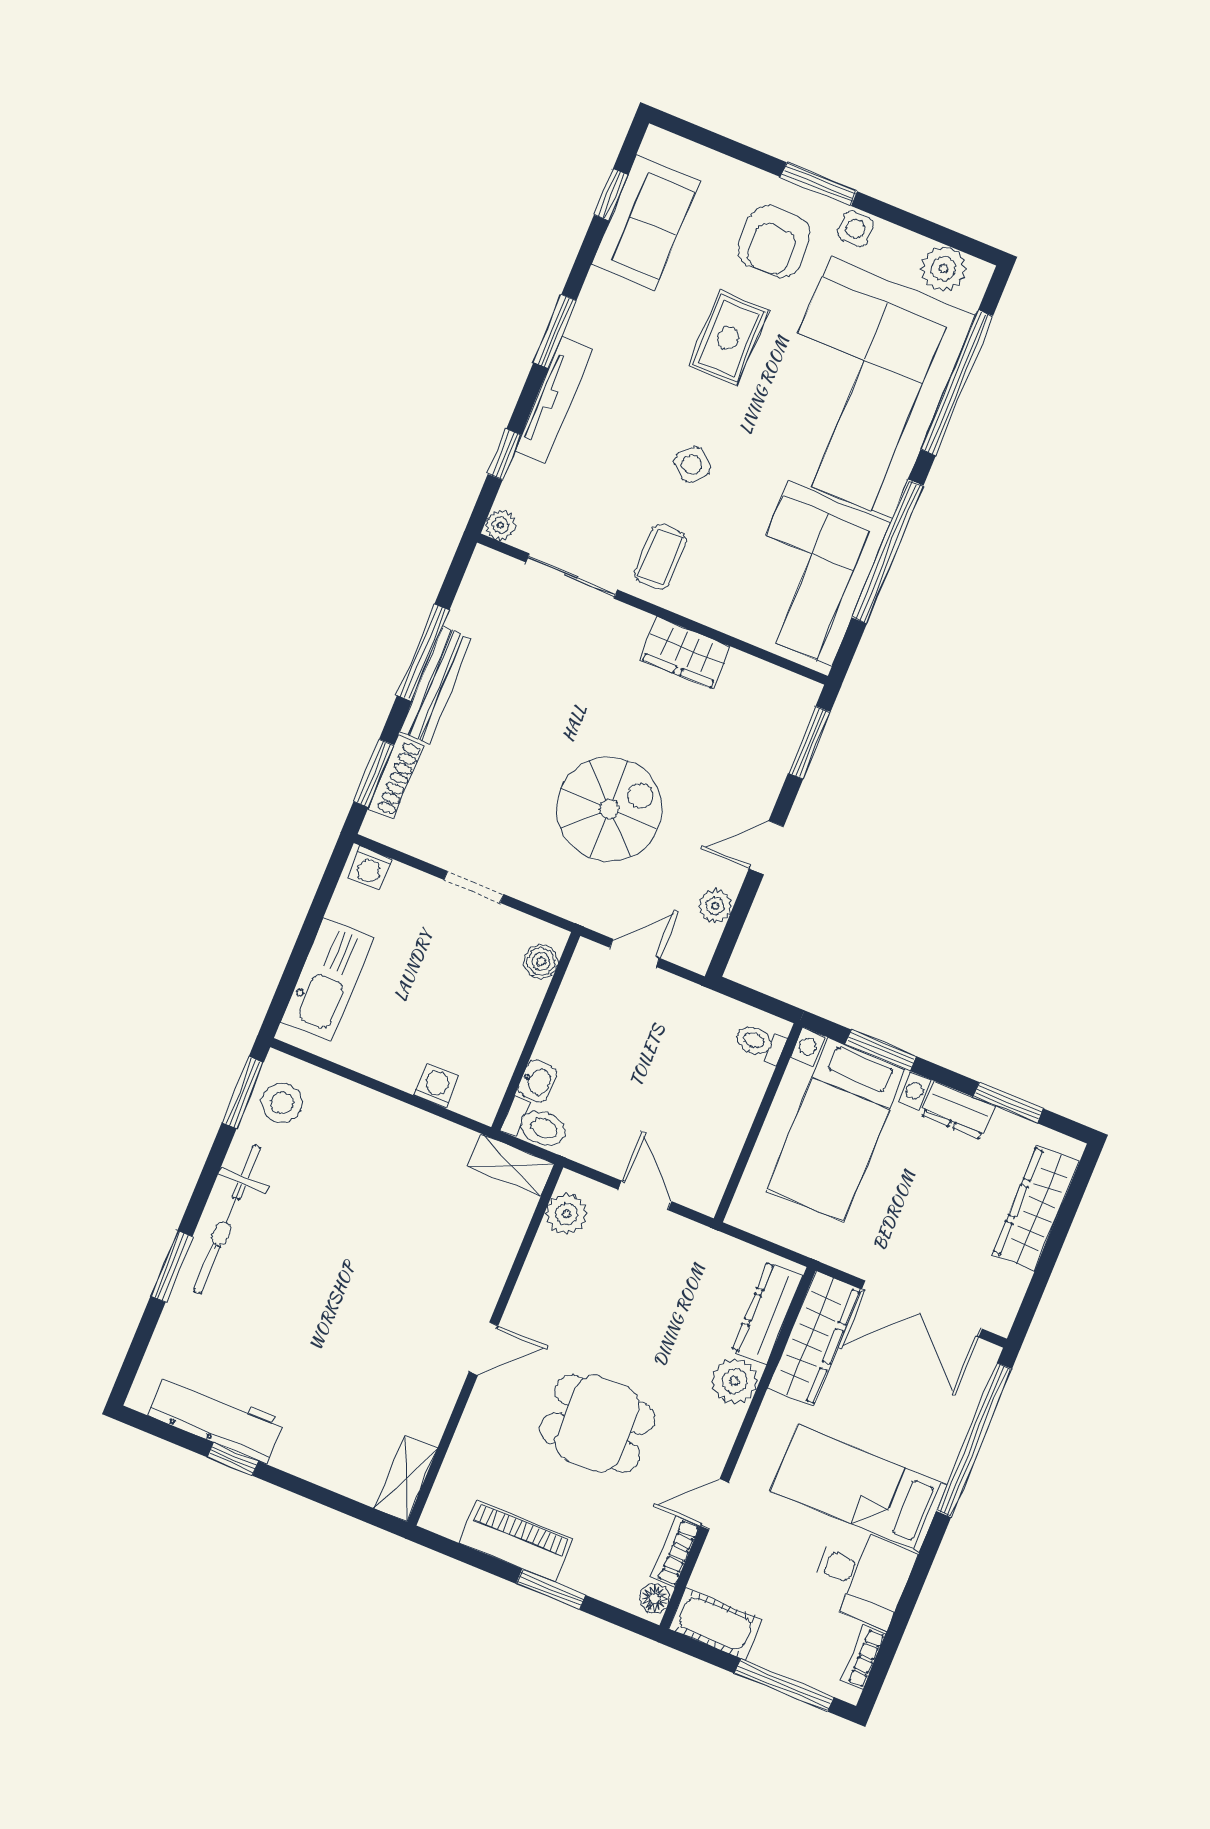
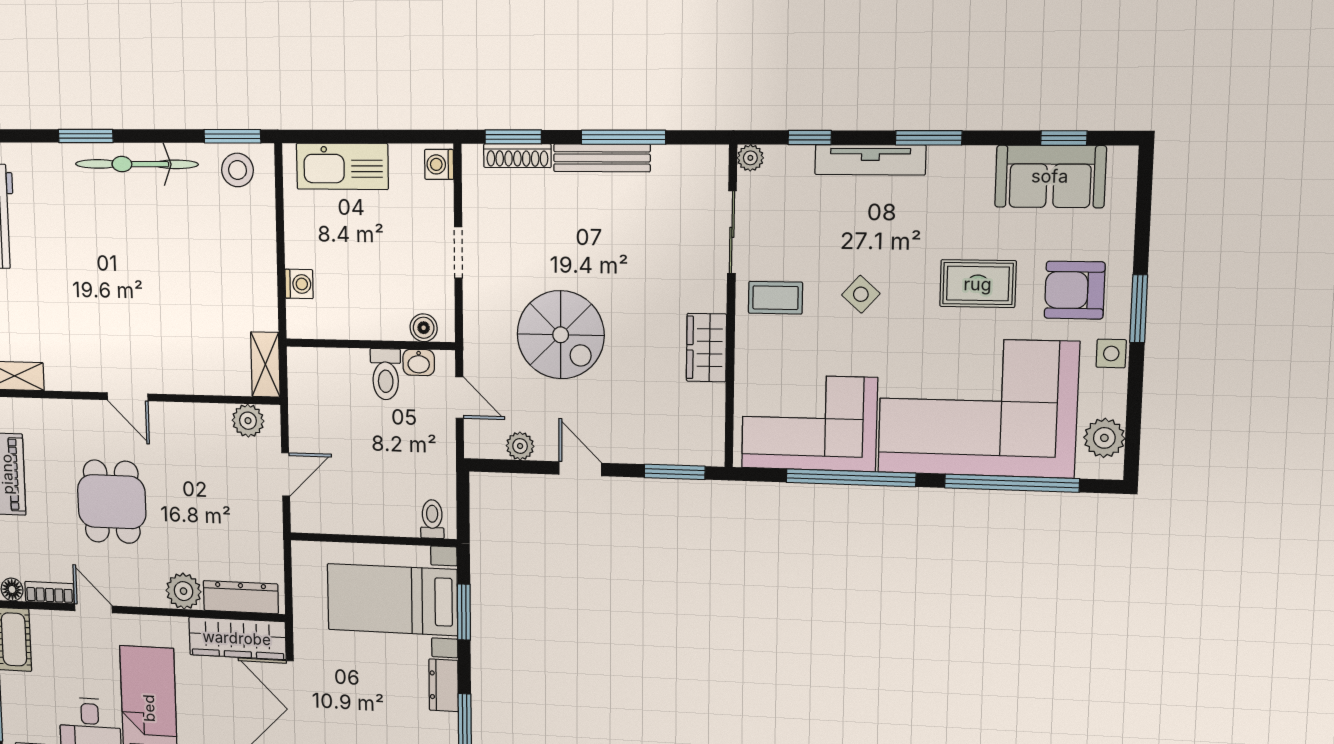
washbasin: (537, 1081) -> (419, 362), moved
toilet: (536, 1125) -> (386, 374), moved

